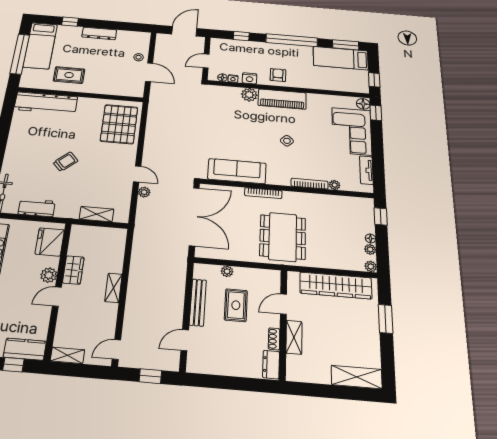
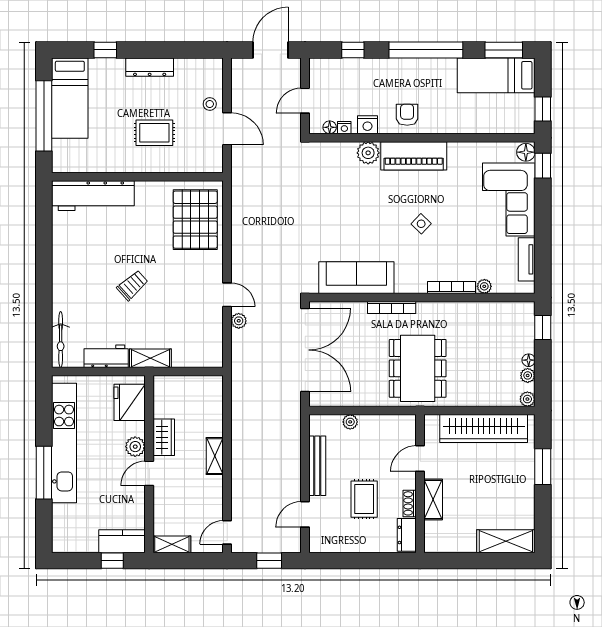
rug: (69, 75) -> (154, 133), moved
shelving: (96, 214) -> (150, 358), moved
rug: (236, 305) -> (364, 499), moved

